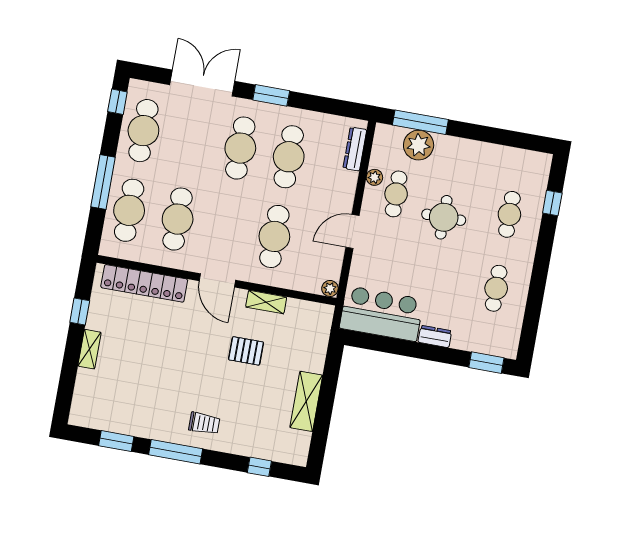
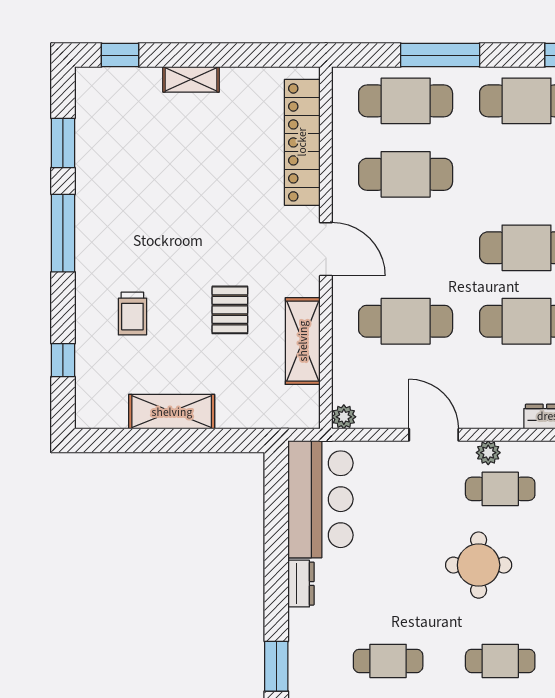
plant: (374, 177) -> (488, 453), moved
door: (217, 280) -> (326, 249), swing flipped
shelving: (266, 302) -> (303, 341), width x1.50, depth x1.33
window: (80, 311) -> (120, 55), moved
trolley: (204, 423) -> (132, 314), moved

